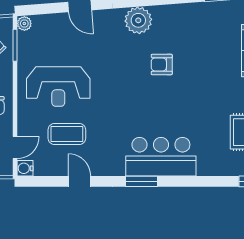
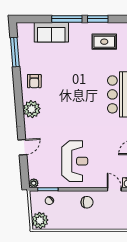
armchair: (162, 64) -> (34, 81), moved
coffee table: (67, 134) -> (105, 156), removed

